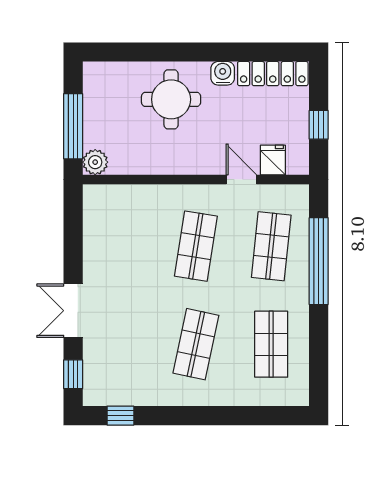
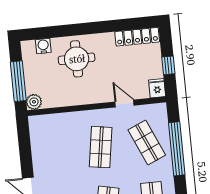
water cooler: (223, 73) -> (43, 46), moved
fridge: (273, 160) -> (157, 88), moved
shop shelf: (271, 246) -> (147, 143), turned -30

